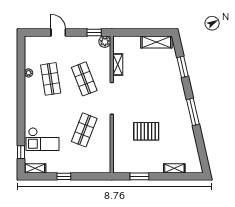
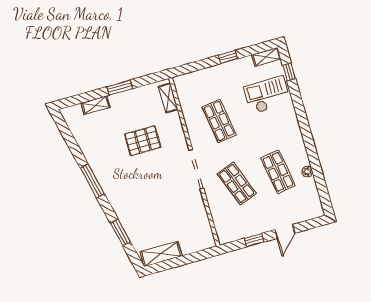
door: (58, 33) -> (285, 231), hinge flipped
window: (94, 33) -> (254, 240), moved
plant: (105, 42) -> (225, 236), removed
shelving: (118, 65) -> (168, 98), moved
shop shelf: (84, 130) -> (219, 121), turned -30
window: (139, 176) -> (120, 88), moved

